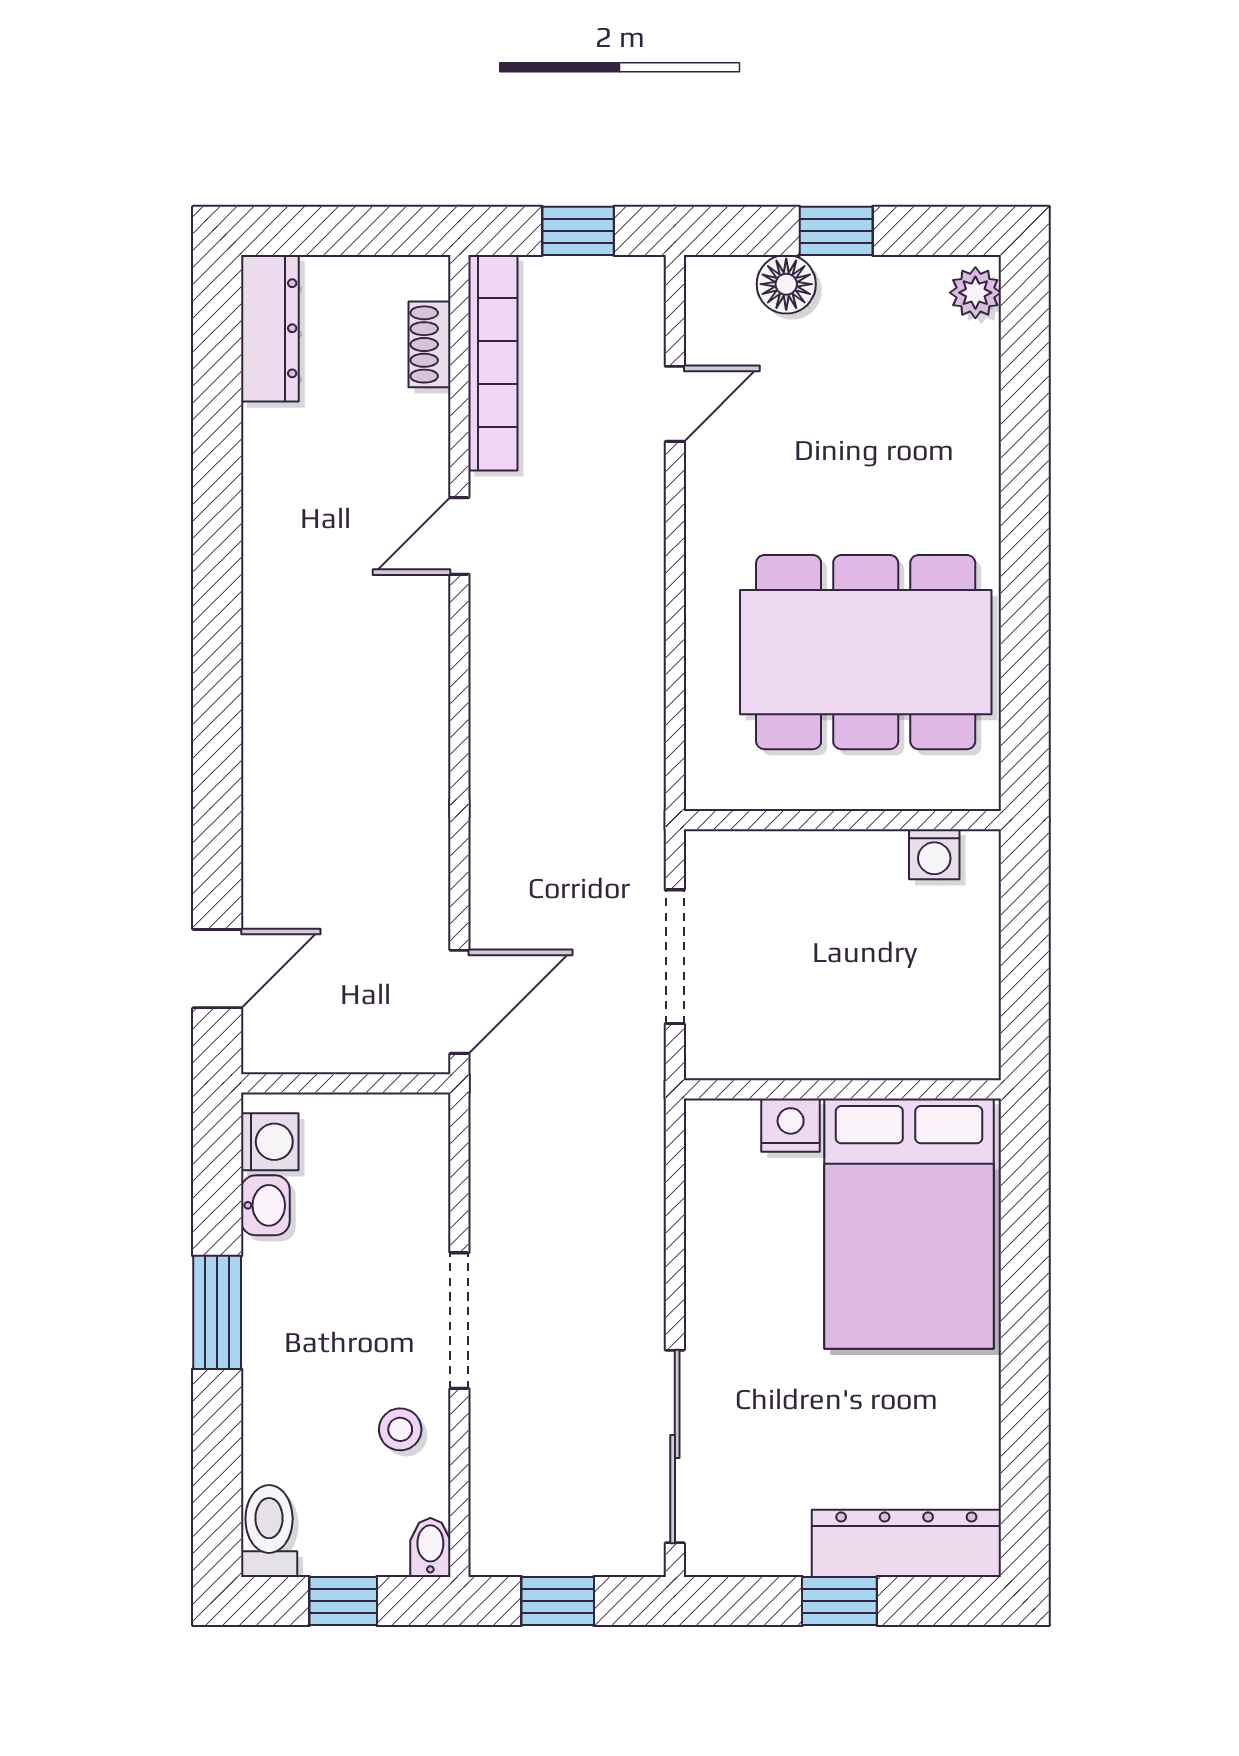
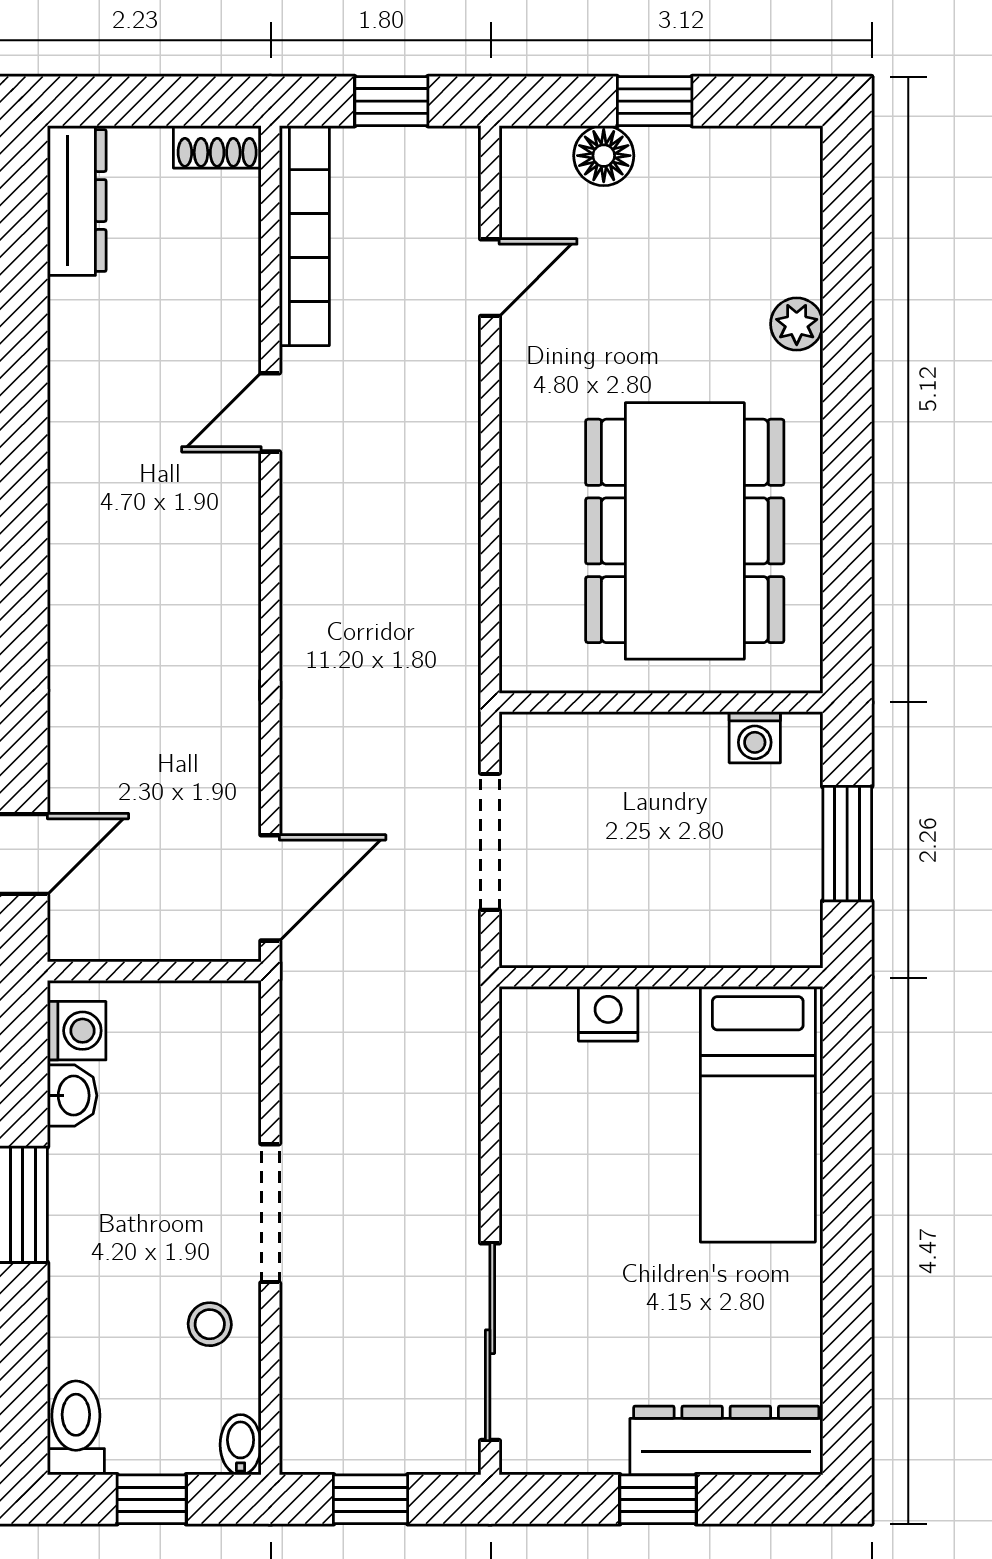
plant: (975, 293) -> (797, 324), moved
shoe rack: (430, 344) -> (217, 147), moved, turned -90
dining table: (866, 652) -> (685, 531), turned 90
window: (1025, 959) -> (847, 844), added
bed: (909, 1224) -> (758, 1114), width x0.67

